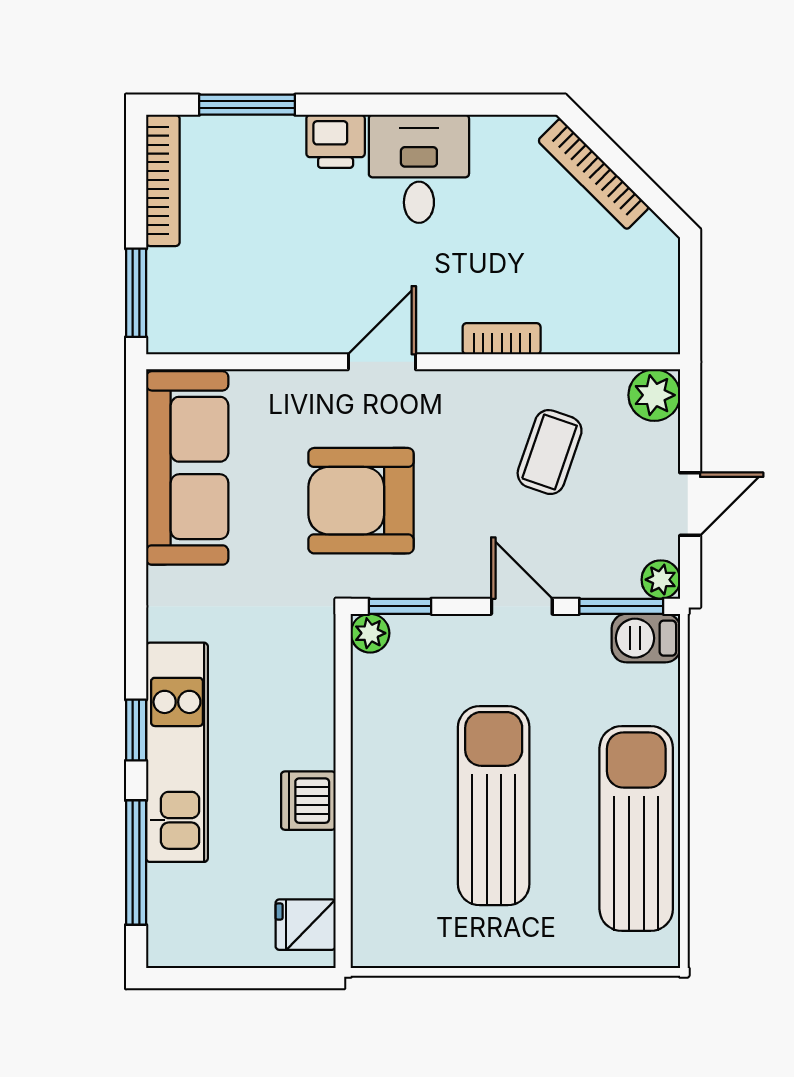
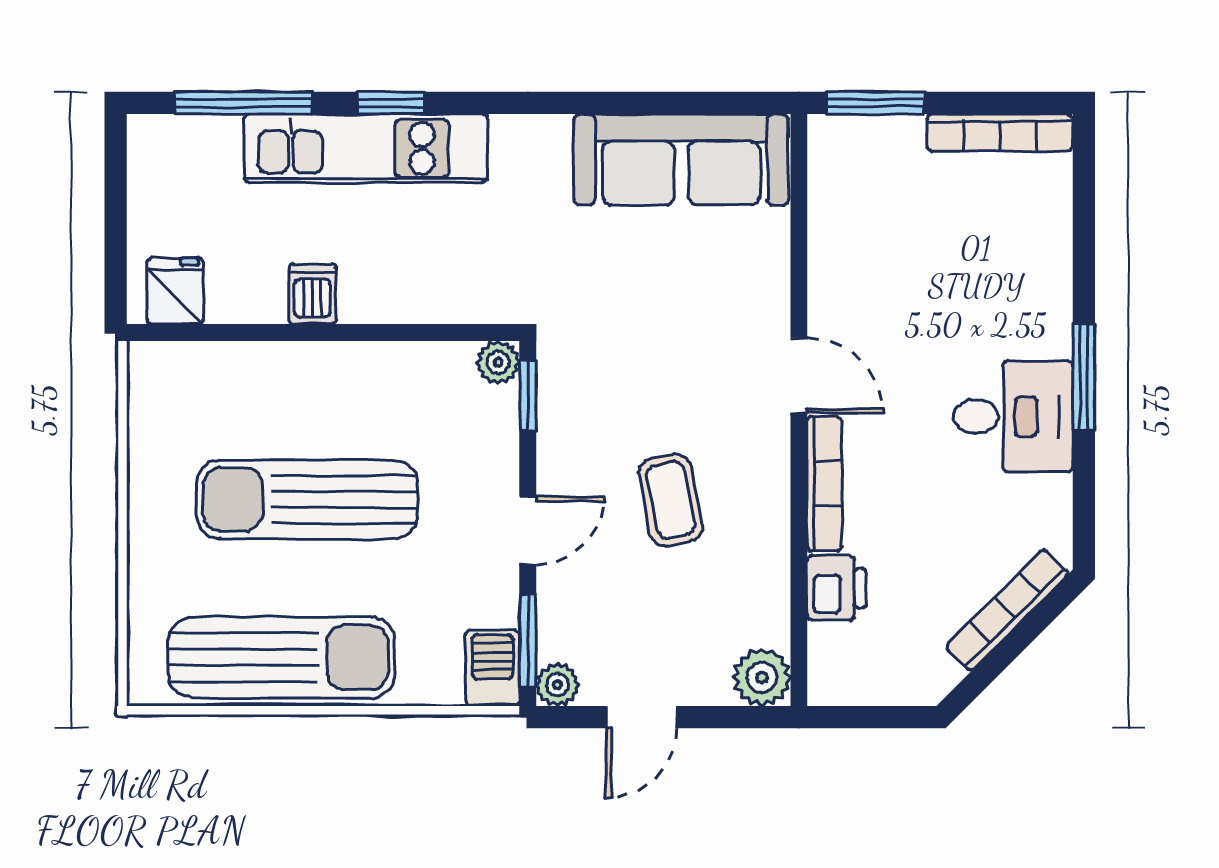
window: (247, 105) -> (1084, 377), moved
printer: (336, 141) -> (837, 588), moved, turned 180
bookcase: (502, 339) -> (824, 484), width x1.56
coffee table: (550, 452) -> (671, 500), moved, turned 60
armchair: (361, 501) -> (645, 352), removed
door: (690, 504) -> (641, 717), hinge flipped
dishwasher: (308, 801) -> (312, 294), width x0.73
sun lounger: (494, 806) -> (307, 499), turned 180

